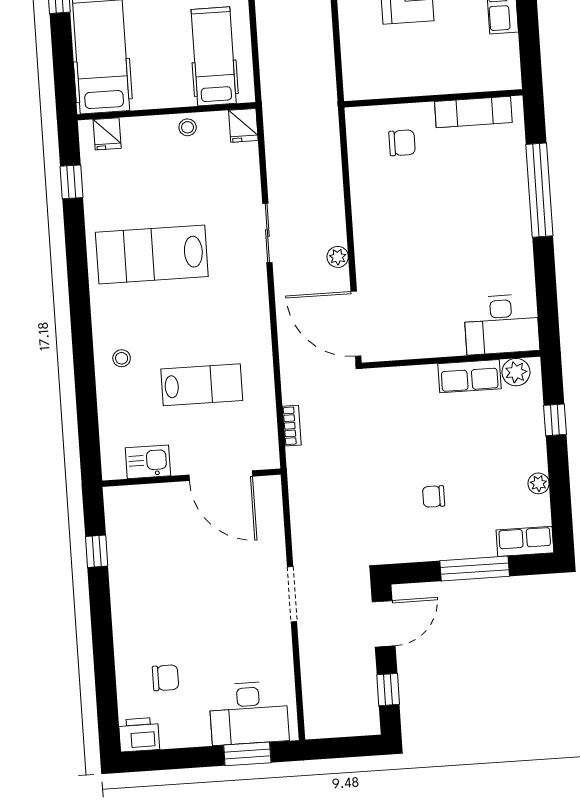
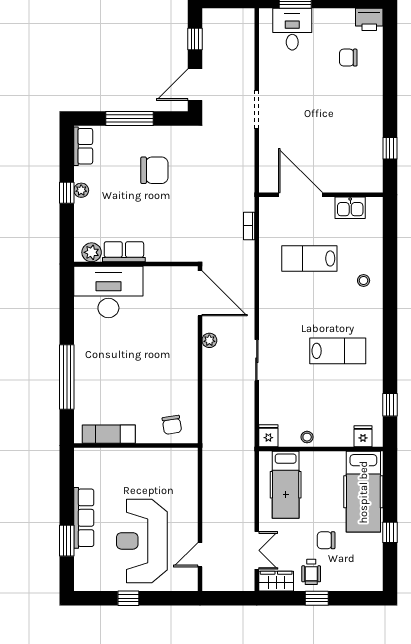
chair: (402, 143) -> (172, 425), moved, turned -99
lab bench: (152, 254) -> (338, 351), width x0.73, depth x0.72
desk: (502, 324) -> (108, 292), width x1.36, depth x1.30
window: (555, 420) -> (67, 193), moved
plant: (539, 483) -> (81, 190), moved
chair: (434, 496) -> (154, 170), width x1.87, depth x1.87
row of seats: (525, 541) -> (83, 146), moved, turned -90
desk: (249, 713) -> (292, 29), width x0.73

